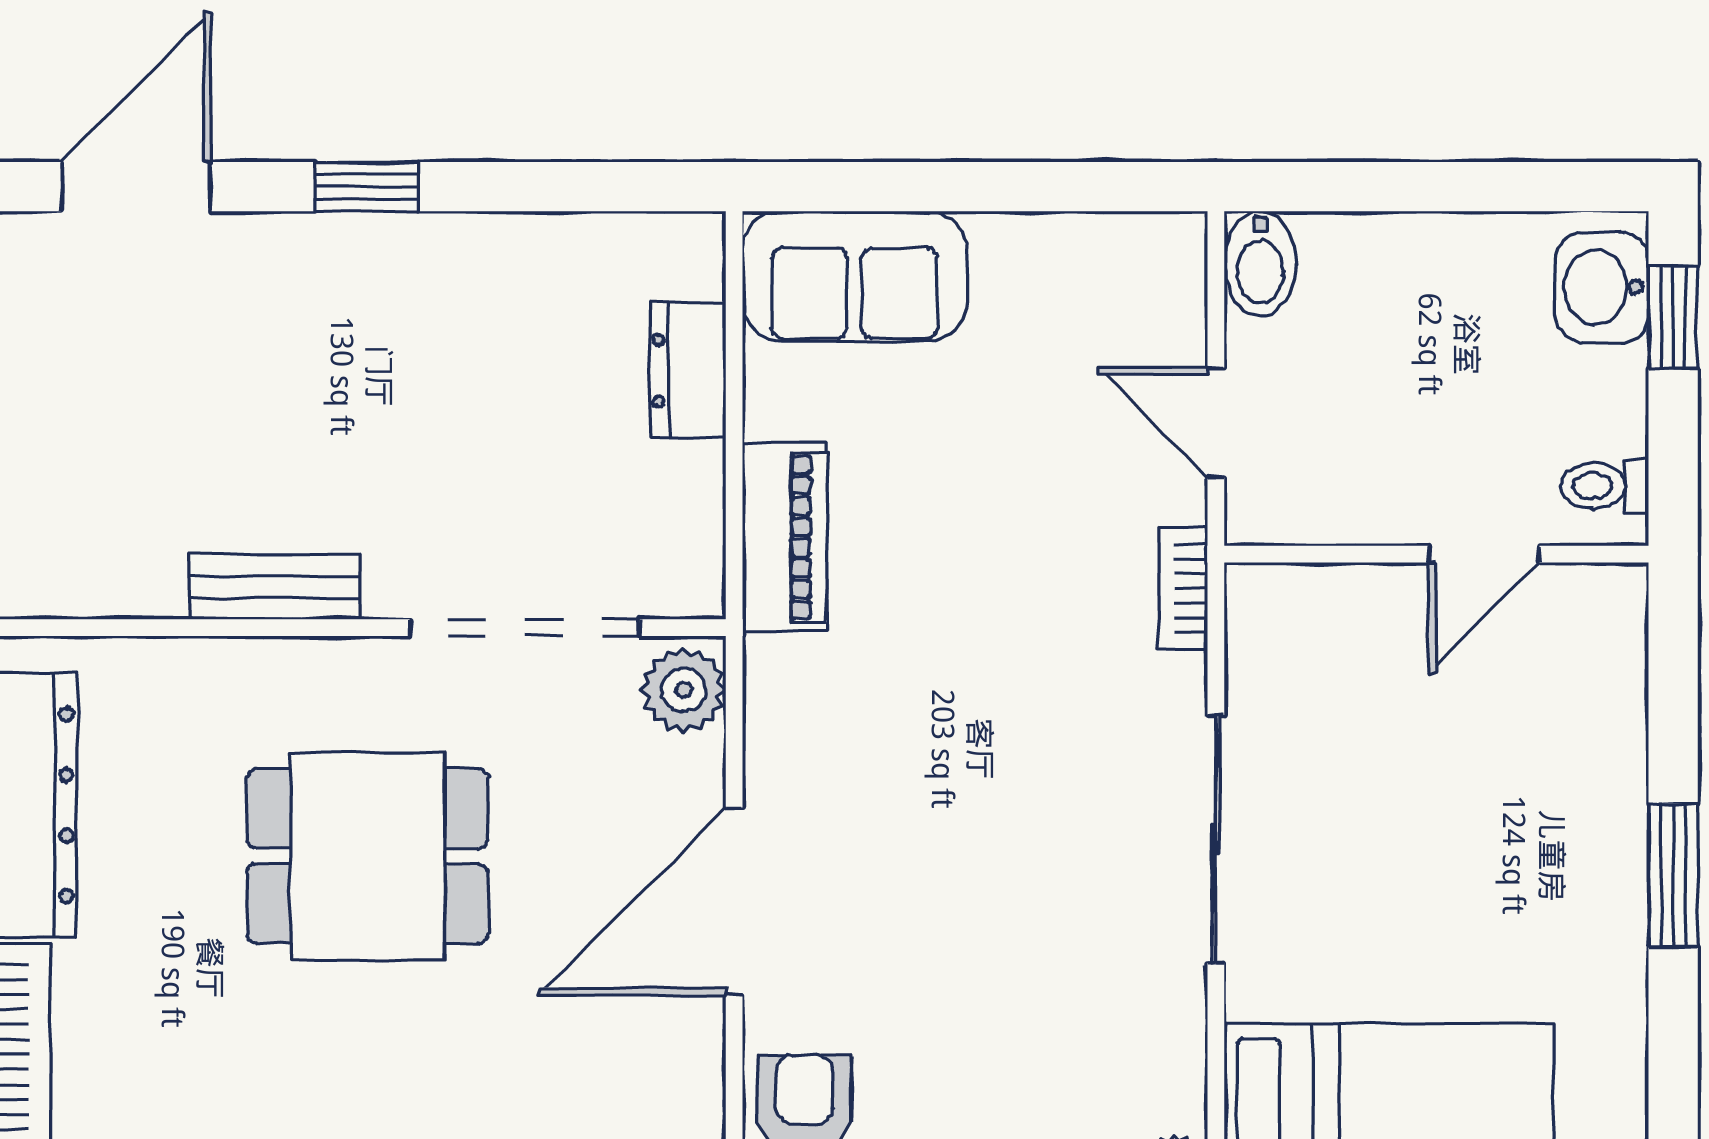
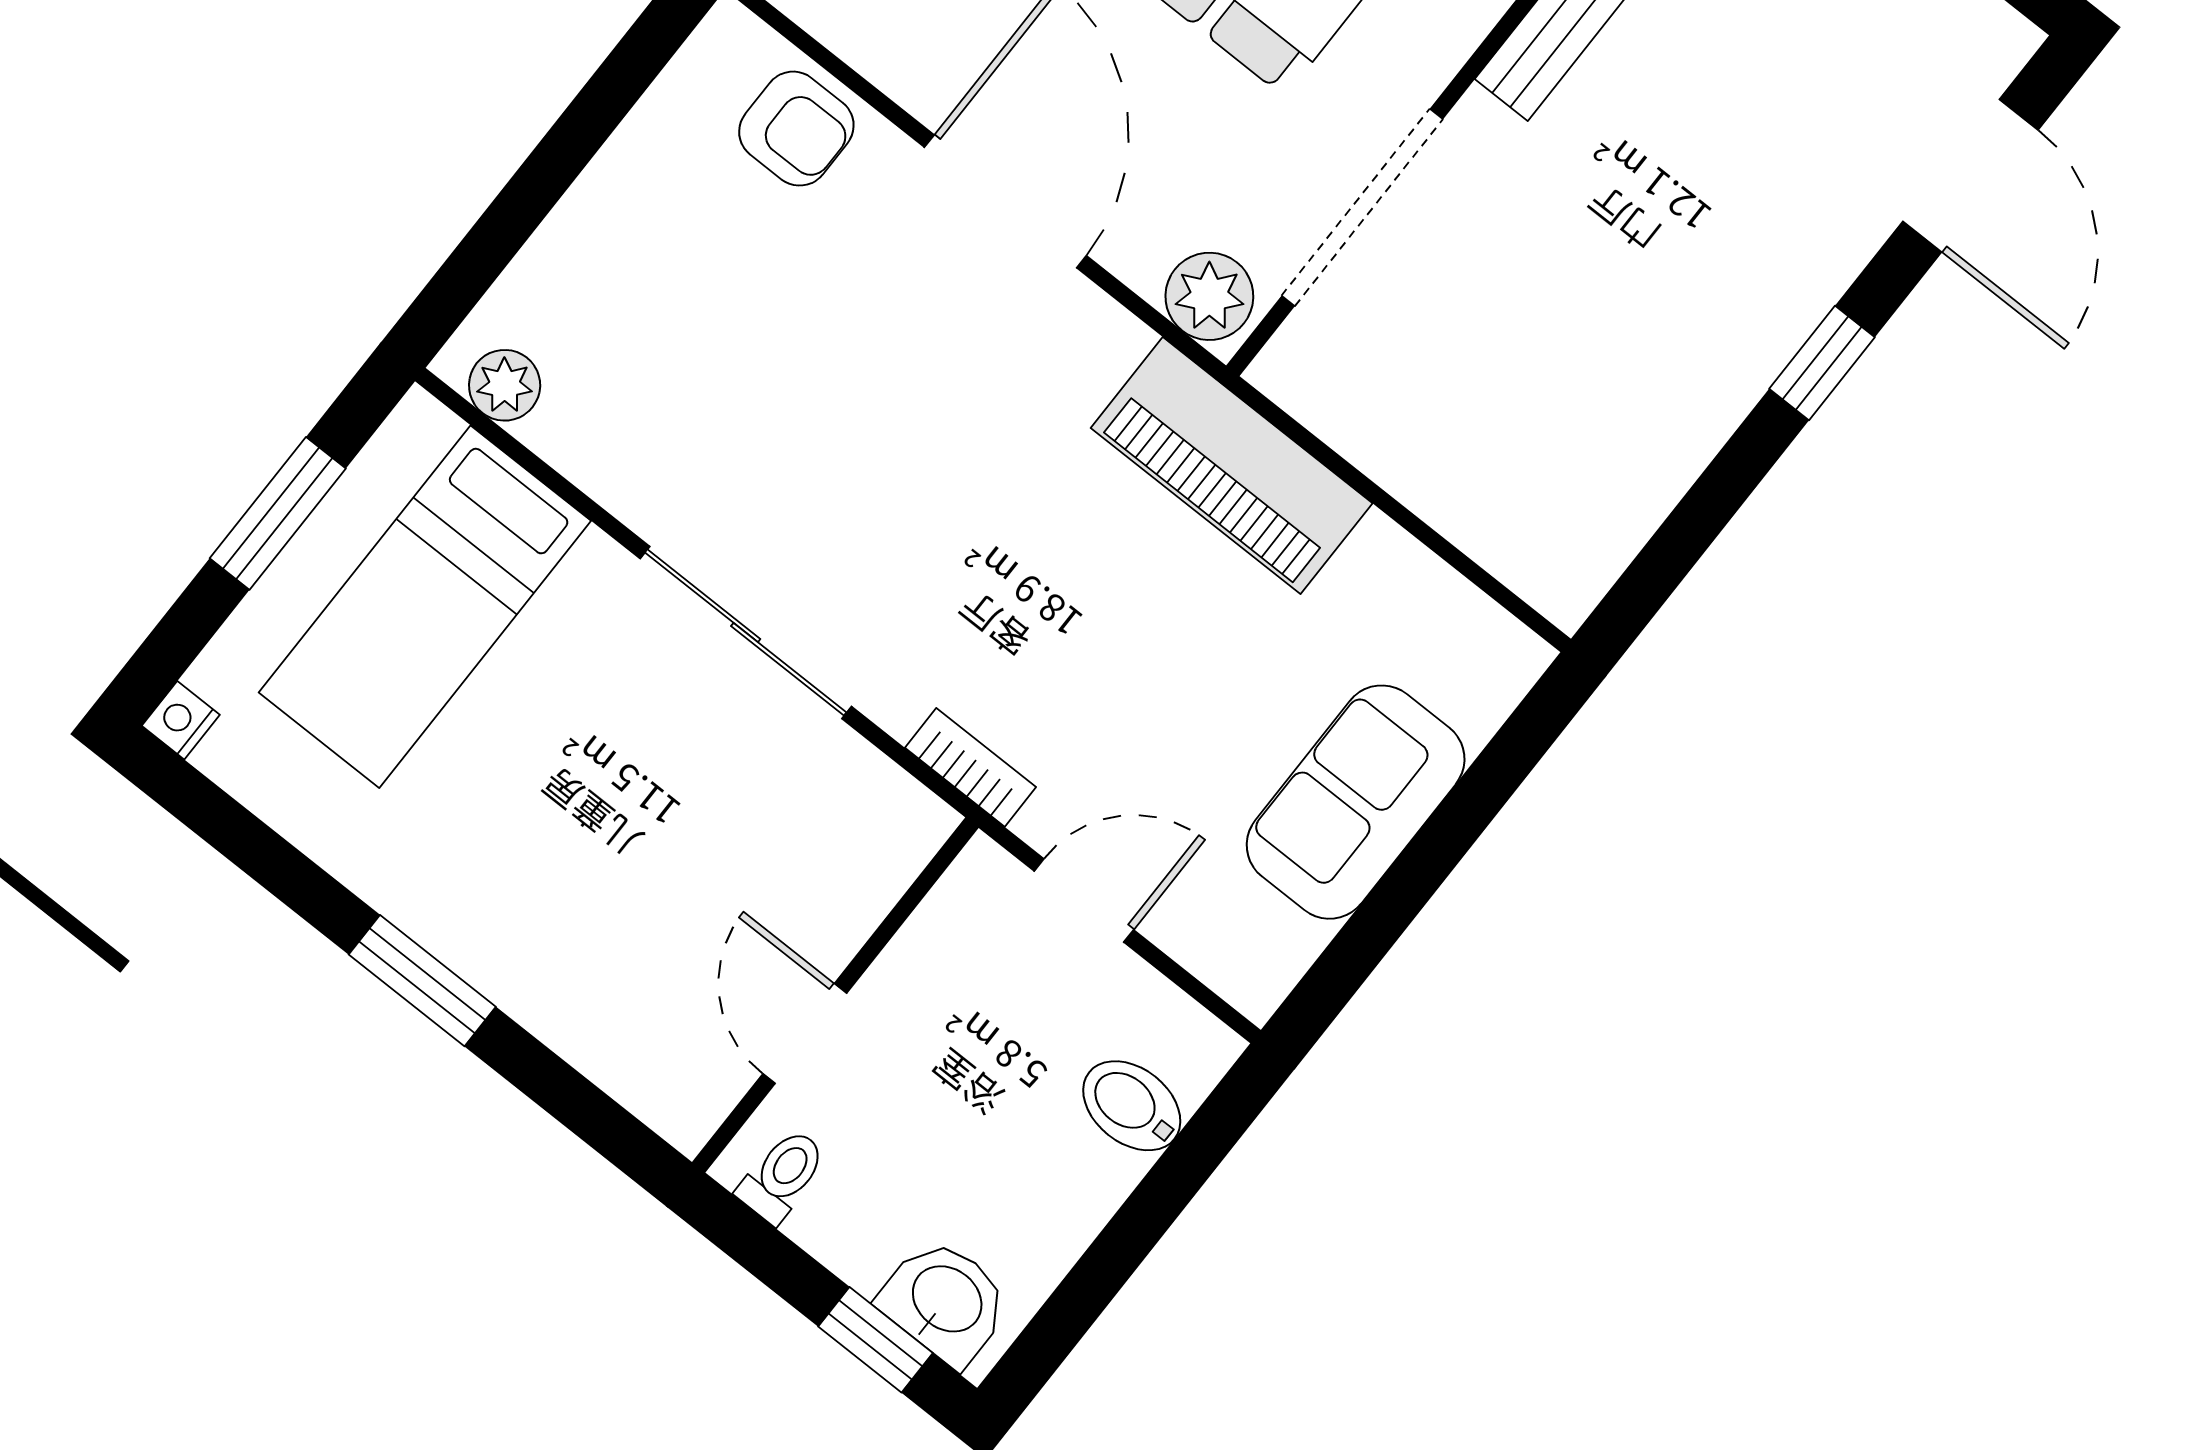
bidet: (1260, 263) -> (1132, 1106), moved
sofa: (855, 276) -> (1356, 802), moved
dresser: (688, 371) -> (1466, 505), removed
piano: (785, 537) -> (1232, 466), width x1.37, depth x1.33

